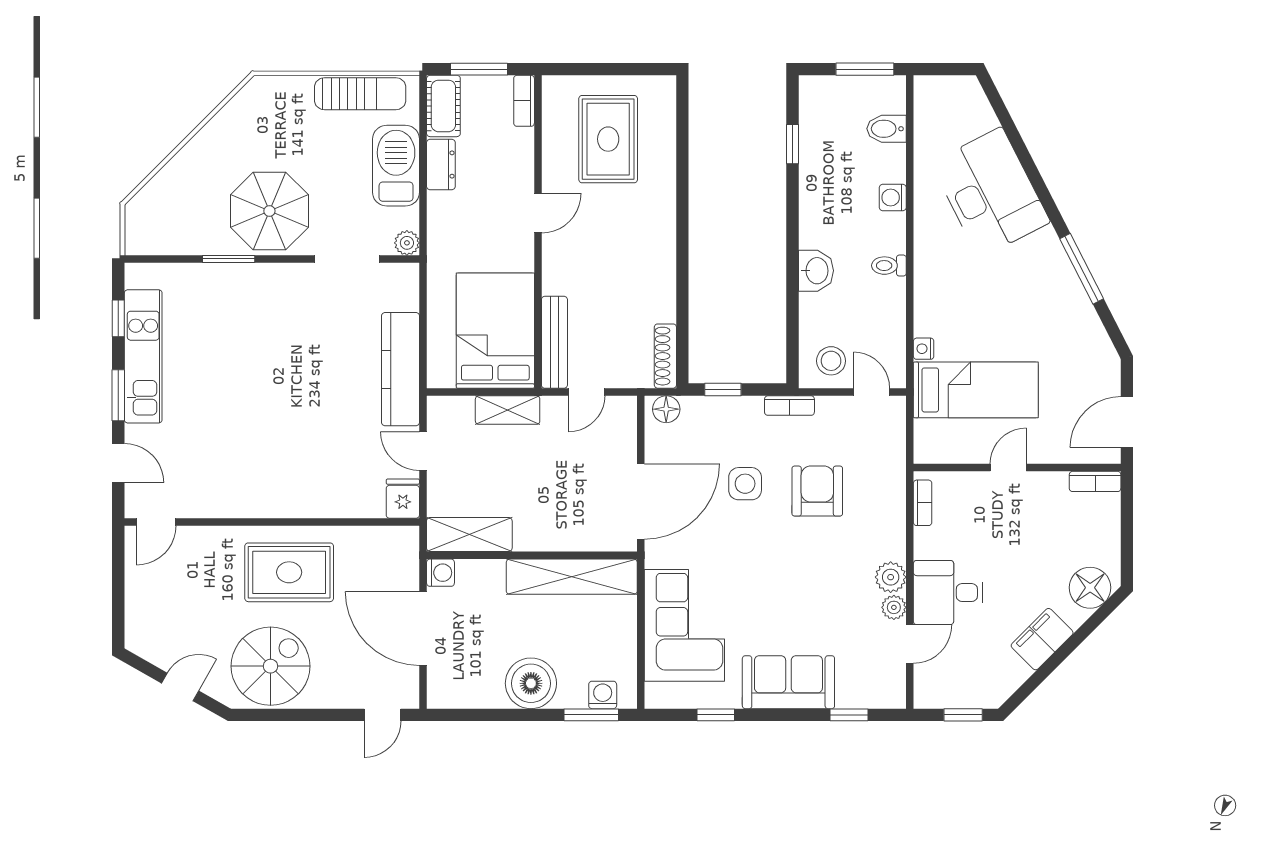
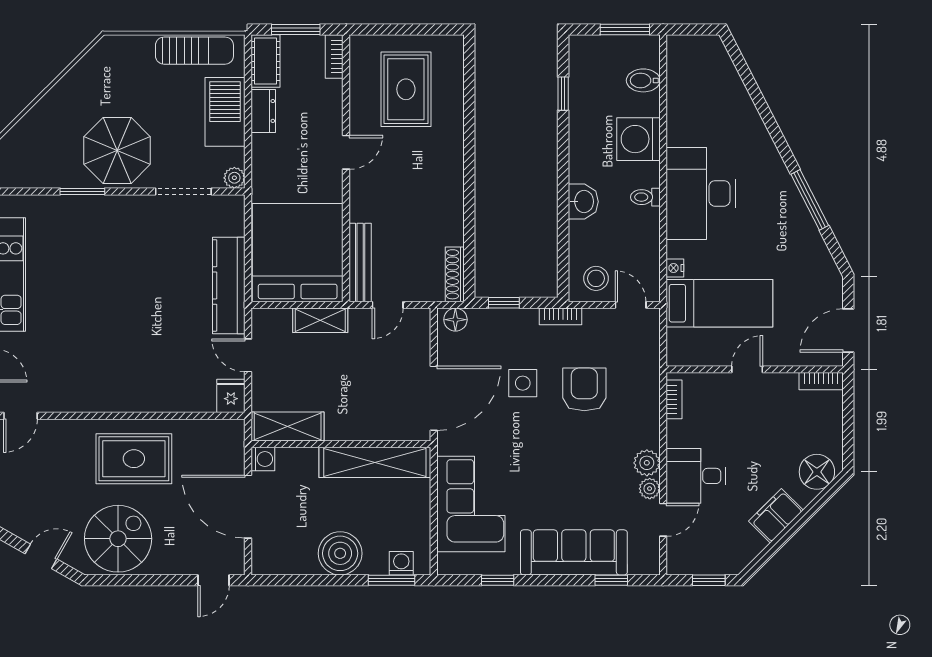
desk: (990, 192) -> (701, 193), moved, turned -153
washing machine: (893, 198) -> (638, 139), width x1.89, depth x1.89
bed: (495, 331) -> (298, 253), width x1.36
sofa: (788, 682) -> (574, 552), width x1.36

